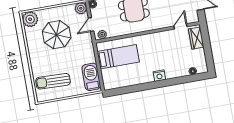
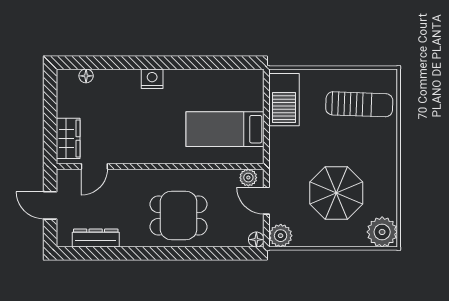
door: (91, 25) -> (266, 201), swing flipped

